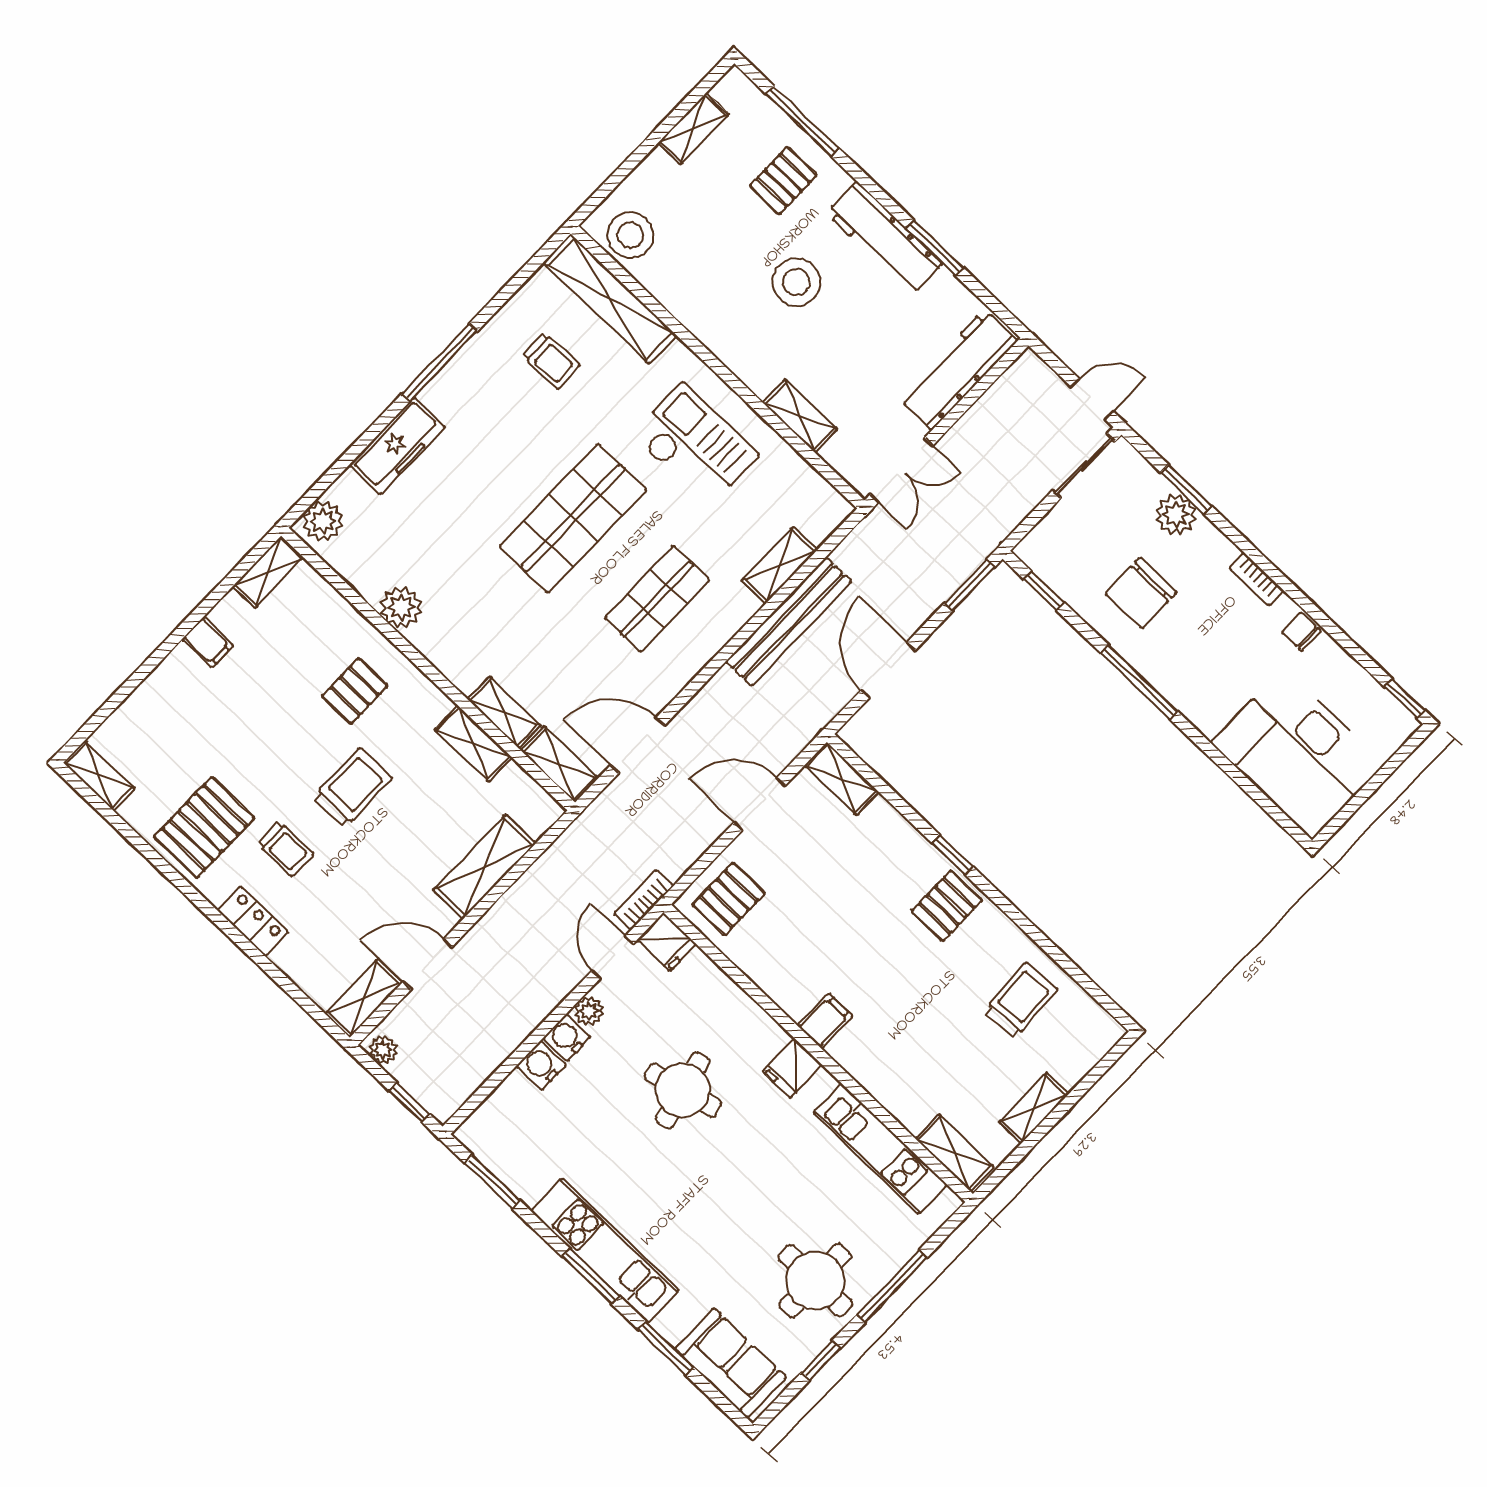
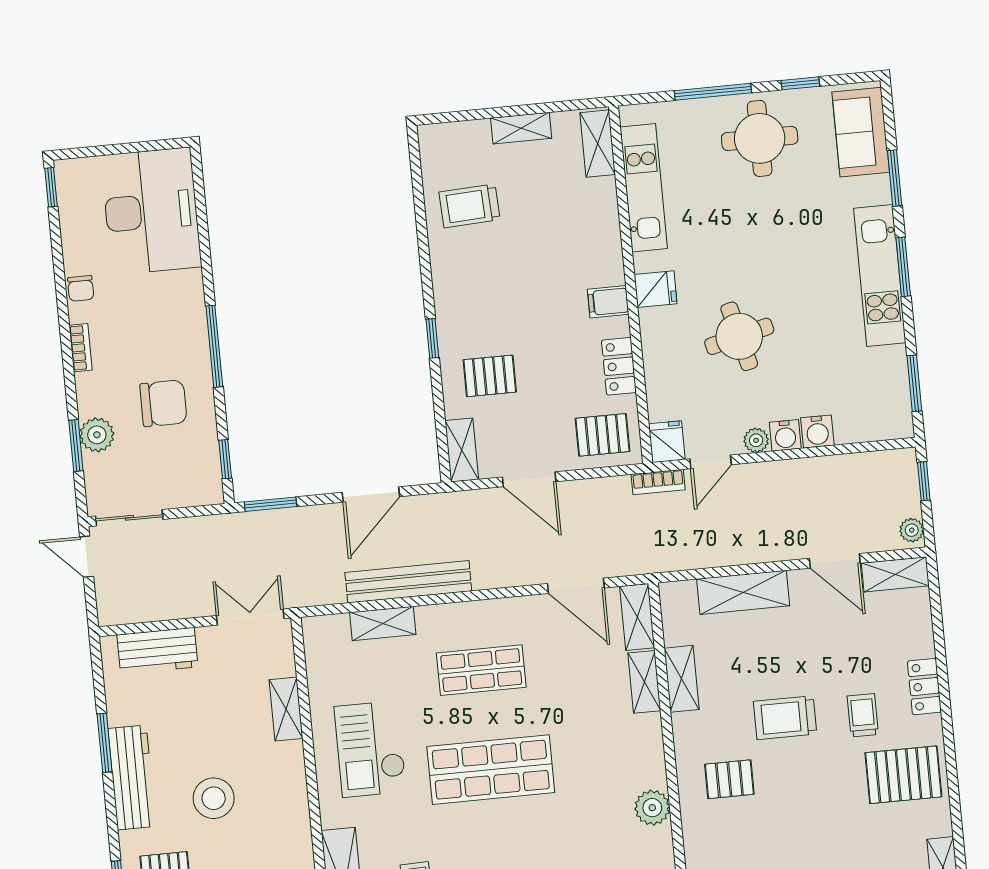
workbench: (958, 370) -> (157, 651), width x0.73
pallet: (947, 906) -> (490, 376), moved
locker: (766, 972) -> (619, 366), added

